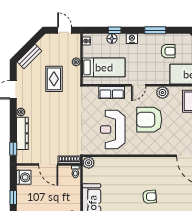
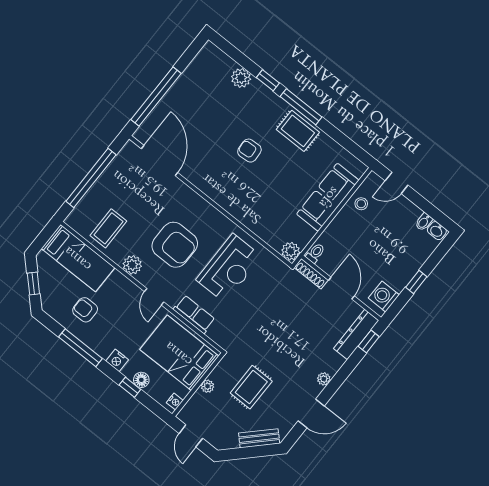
window: (155, 30) -> (80, 348), width x1.44
bed: (104, 67) -> (179, 353), width x1.50
door: (139, 85) -> (154, 297), swing flipped
dresser: (22, 133) -> (356, 335), moved

